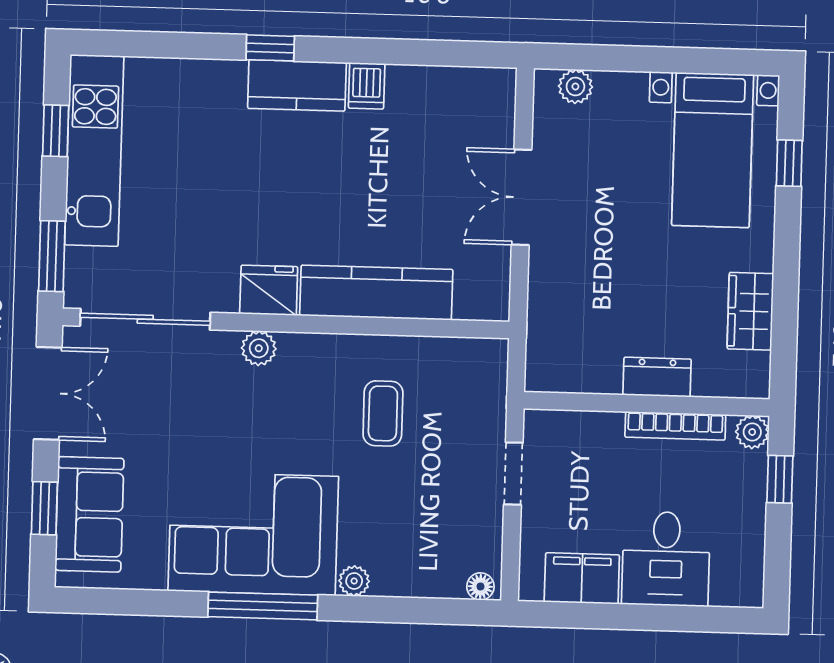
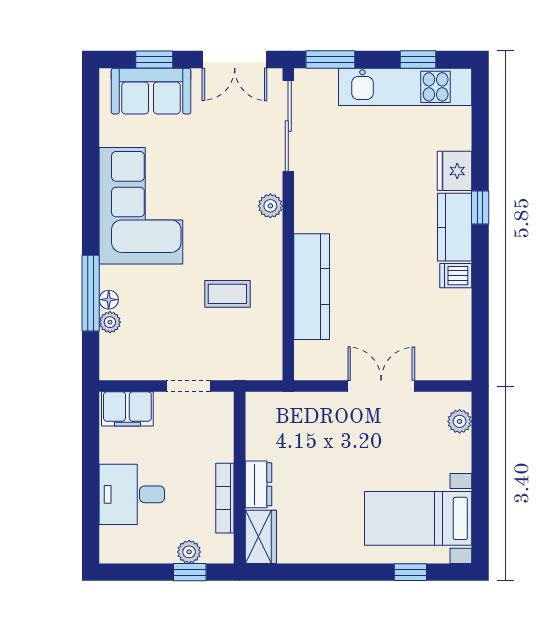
fridge: (269, 290) -> (454, 171), moved, turned 180
wardrobe: (750, 311) -> (261, 537), moved, turned 90
plant: (752, 432) -> (189, 552), moved
filing cabinet: (582, 578) -> (127, 409), moved, turned 90
plant: (354, 581) -> (110, 322), moved
floor lamp: (480, 586) -> (109, 300), moved
window: (263, 606) -> (91, 293), moved

